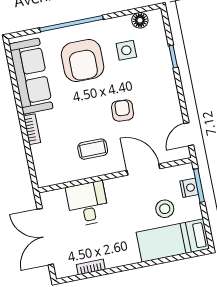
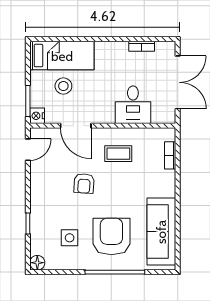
floor lamp: (140, 20) -> (37, 263), moved
bookcase: (32, 129) -> (170, 155), moved
nightstand: (189, 188) -> (37, 116), moved

